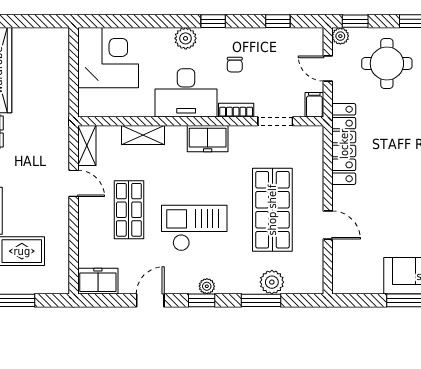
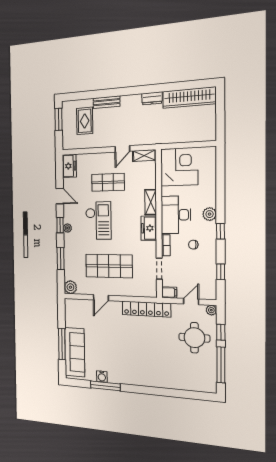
window: (355, 21) -> (221, 332), moved
corner desk: (108, 58) -> (179, 167), moved, turned -90
shelving: (143, 135) -> (151, 202), moved
plant: (272, 282) -> (70, 287), moved

